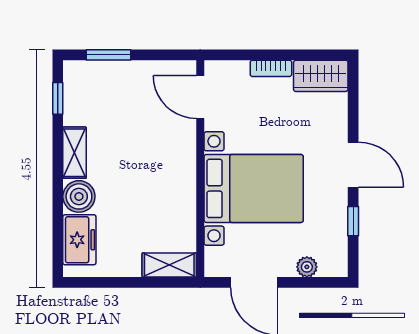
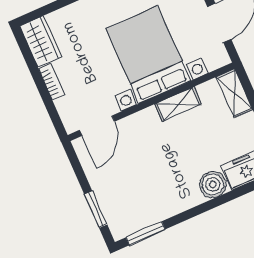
window: (58, 98) -> (146, 233), width x1.50
shelving: (75, 153) -> (178, 104), moved

